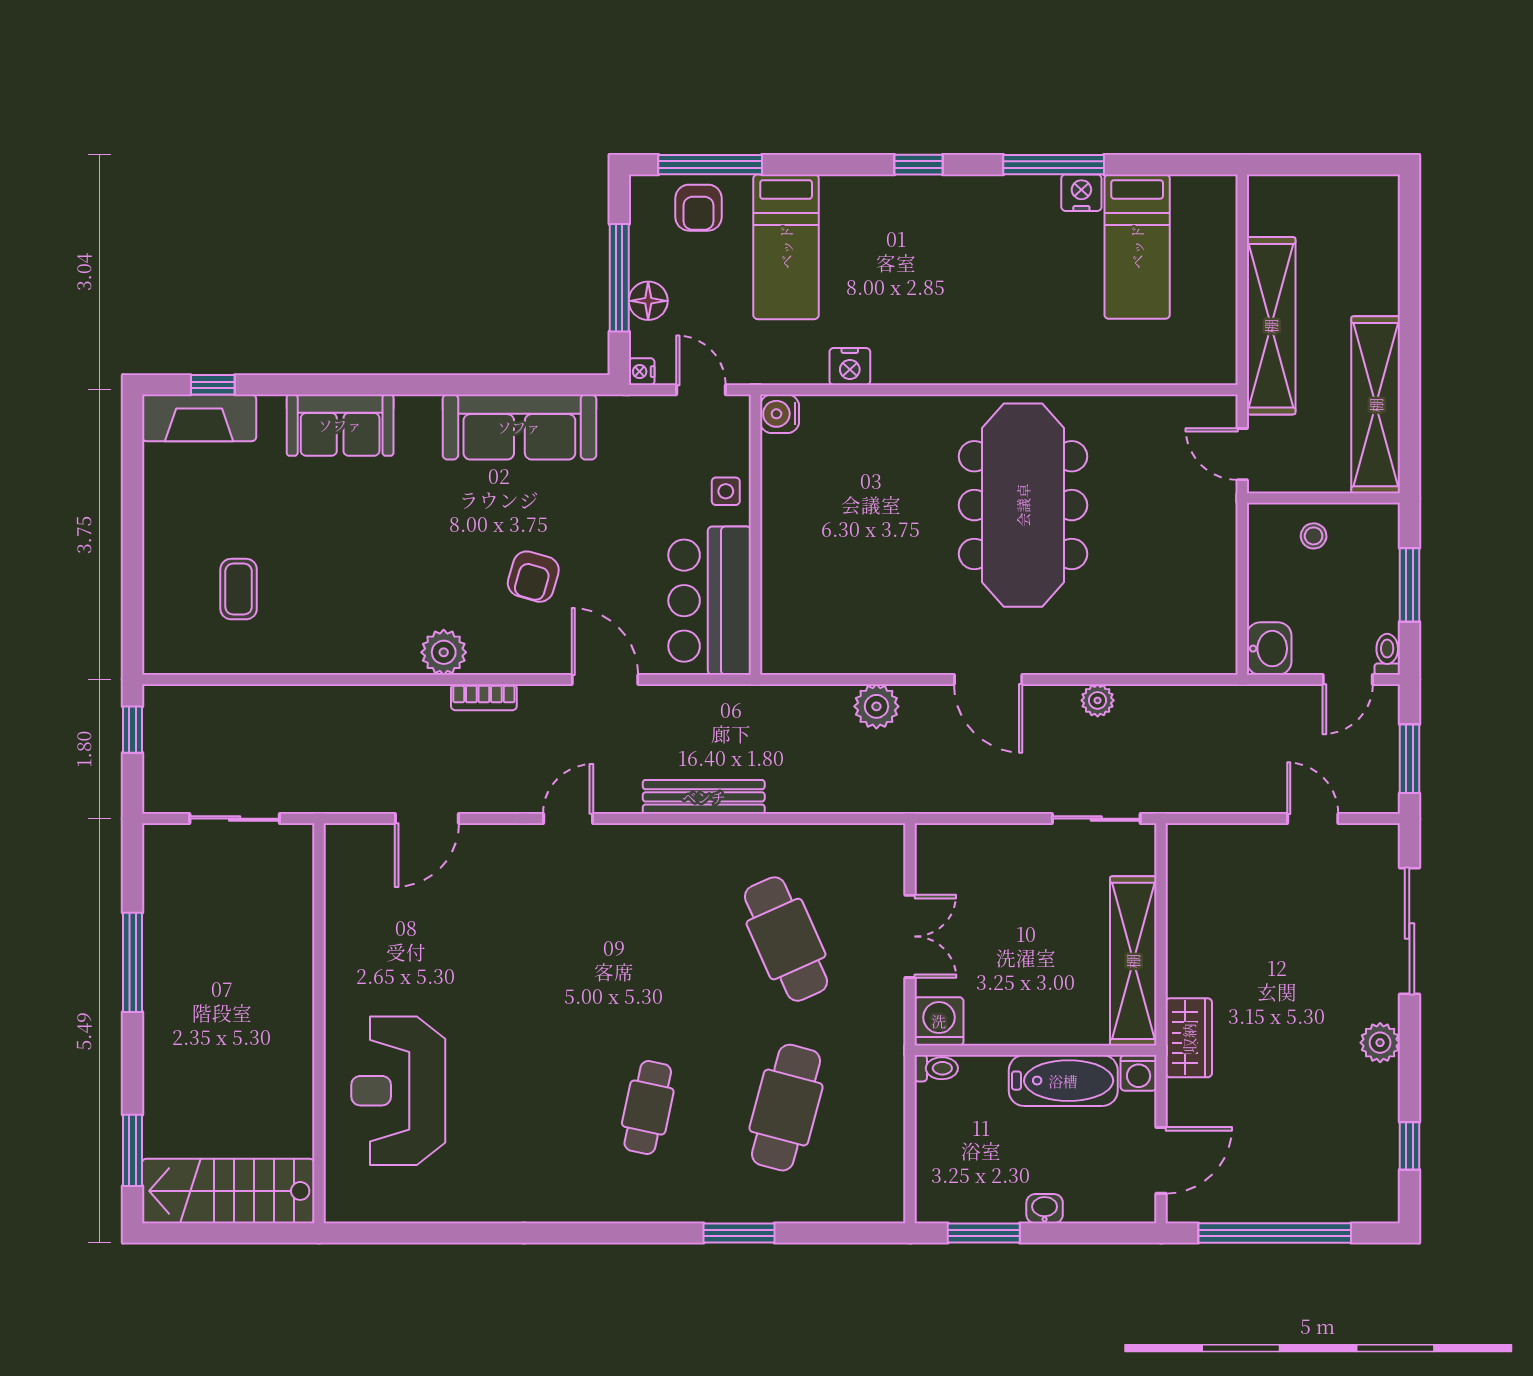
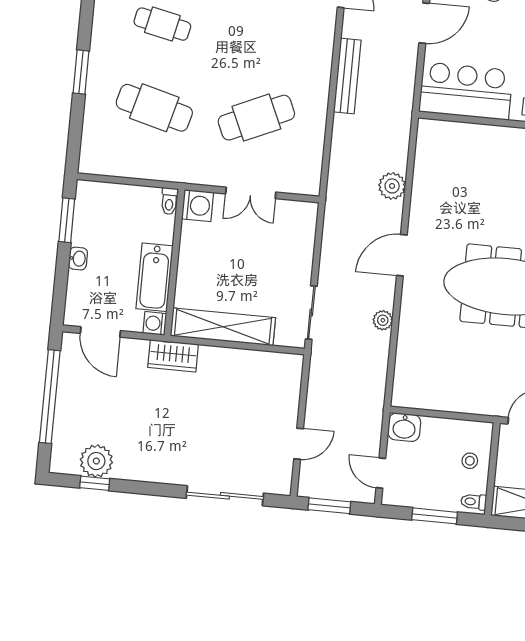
toilet: (1387, 654) -> (474, 502), moved, turned 180
plant: (1380, 1043) -> (96, 461), moved, width x1.36, depth x1.36

